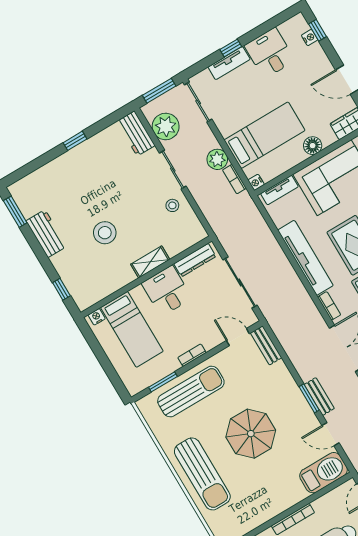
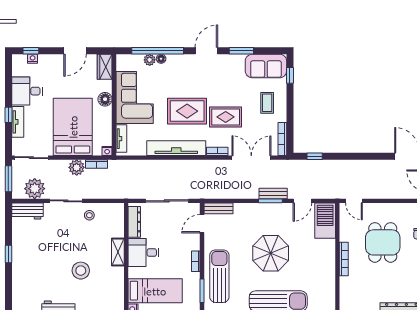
bed: (265, 135) -> (73, 127), width x1.50

